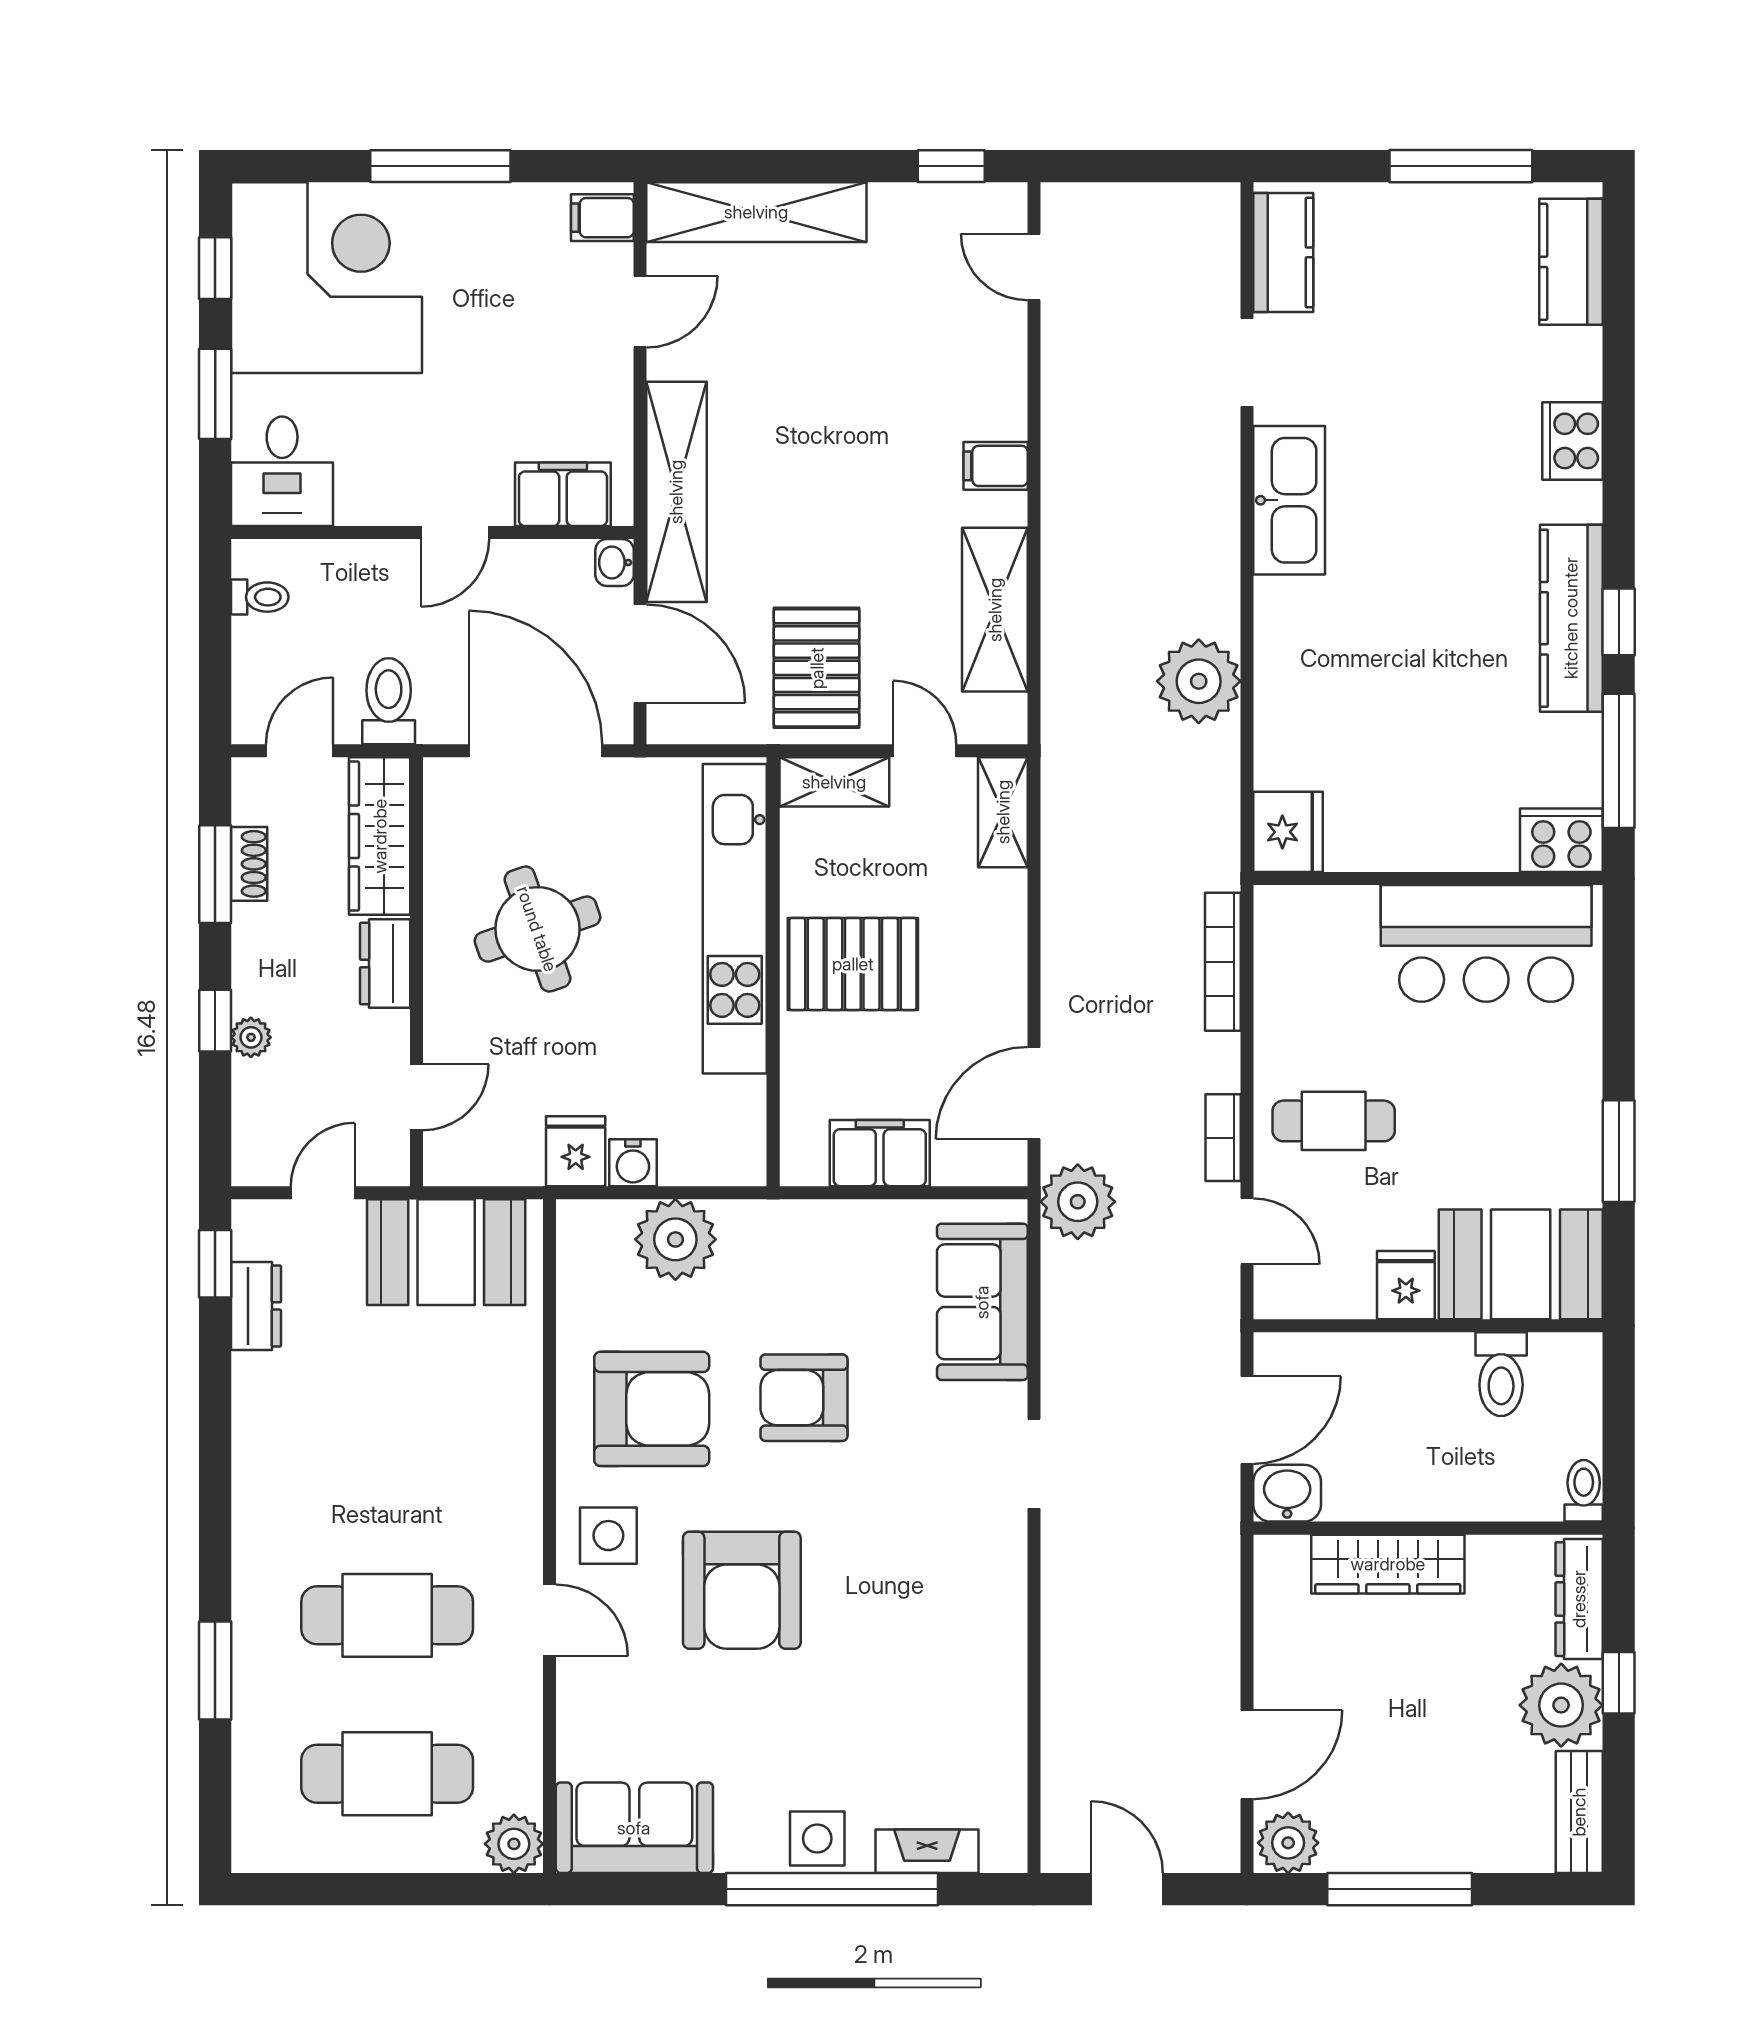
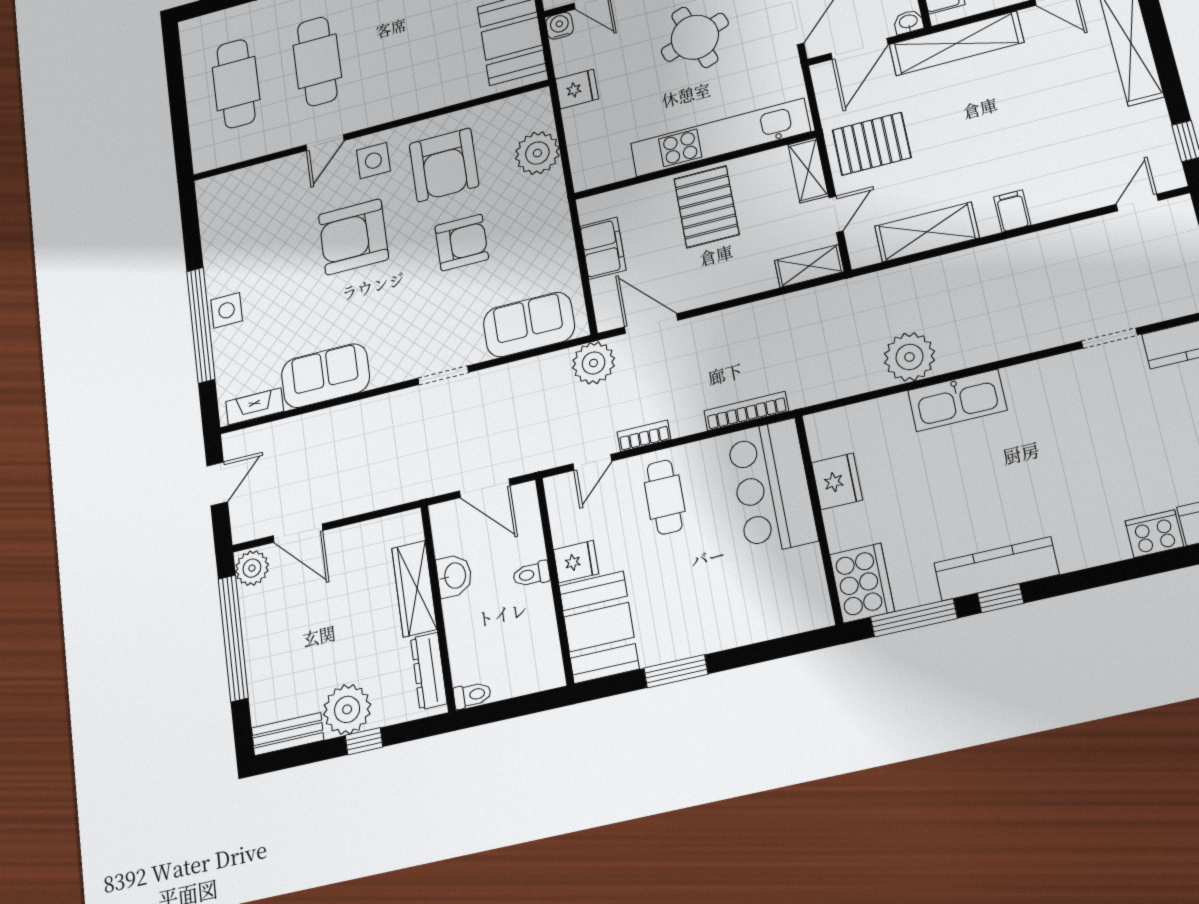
cooker: (1573, 441) -> (1154, 534), moved
kitchen sink: (1289, 500) -> (957, 400), moved
fridge: (1288, 832) -> (837, 481), moved, turned -90
cooker: (1561, 840) -> (862, 583), width x1.37, depth x1.31
bar counter: (1486, 943) -> (772, 487), moved
water cooler: (633, 1163) -> (560, 26), moved, turned 90
toilet: (1501, 1374) -> (531, 574), moved, width x0.73, depth x0.72
armchair: (804, 1398) -> (462, 243), turned 90
washbasin: (1287, 1493) -> (454, 576), moved
dresser: (1579, 1599) -> (429, 671), moved, turned -90
sofa: (634, 1828) -> (325, 376), moved, turned -90
plant: (514, 1844) -> (207, 156), removed
fireplace: (927, 1851) -> (255, 406), moved, turned -90
window: (1400, 1889) -> (233, 638), width x1.46

